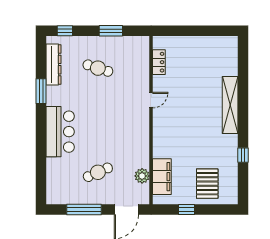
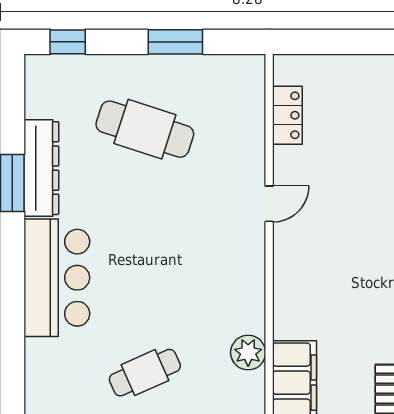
dresser: (54, 65) -> (41, 168), moved
cafe table: (98, 68) -> (145, 129), width x1.37, depth x1.35
plant: (142, 176) -> (248, 353), moved

